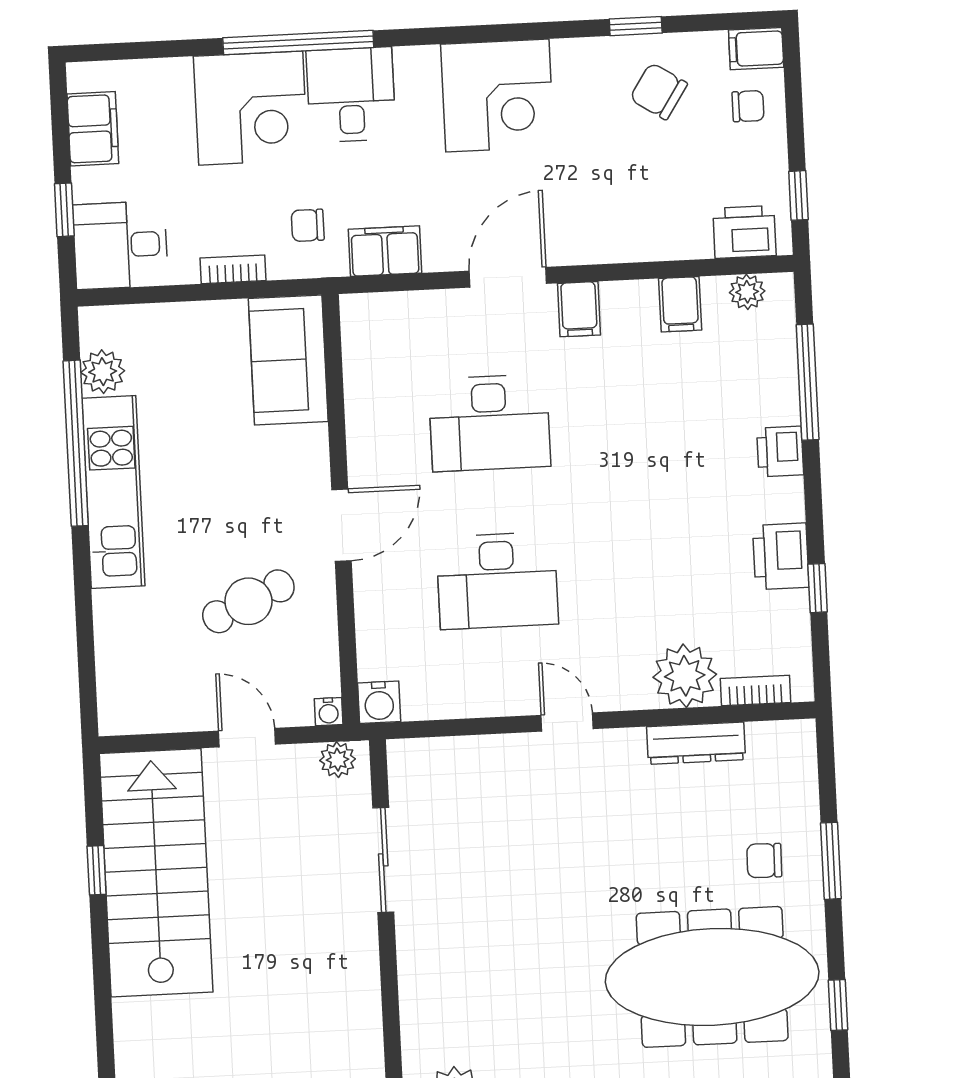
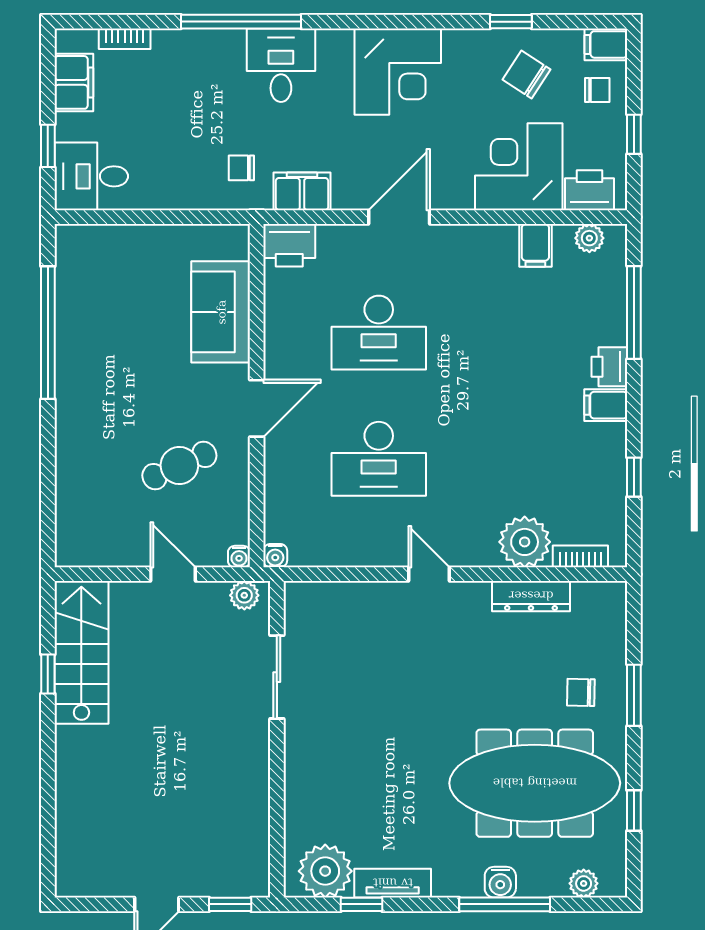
corner desk: (251, 108) -> (519, 167), moved, turned 180
window: (798, 195) -> (634, 134), moved
bookcase: (233, 269) -> (125, 39), moved, turned 180
filing cabinet: (579, 309) -> (606, 405), moved, turned 90
sofa: (288, 360) -> (221, 312), moved
plant: (103, 372) -> (72, 277), removed
kitchen unit: (113, 492) -> (76, 373), removed
printer: (781, 556) -> (289, 245), moved, turned -90
water cooler: (379, 702) -> (275, 556), width x0.72, depth x0.72
stairs: (156, 873) -> (81, 652), width x0.73, depth x0.66

